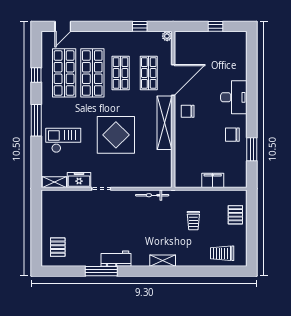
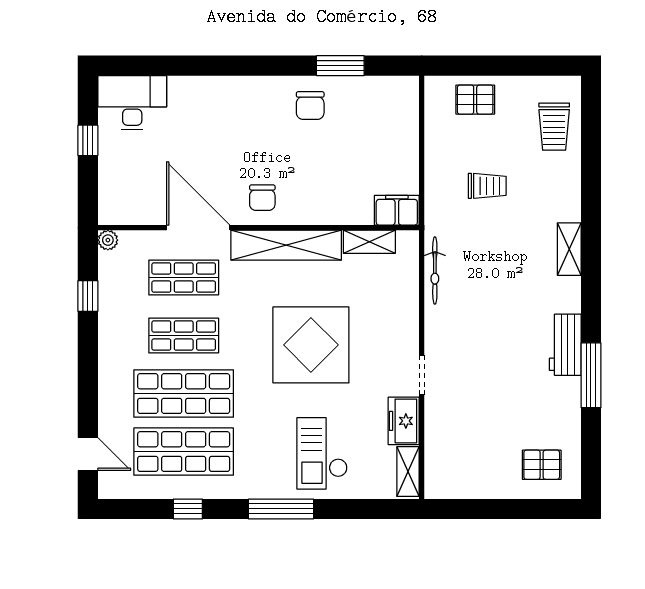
desk: (234, 97) -> (132, 103), moved
shelving: (166, 163) -> (369, 242), added
filing cabinet: (213, 180) -> (397, 210), moved, turned 90

